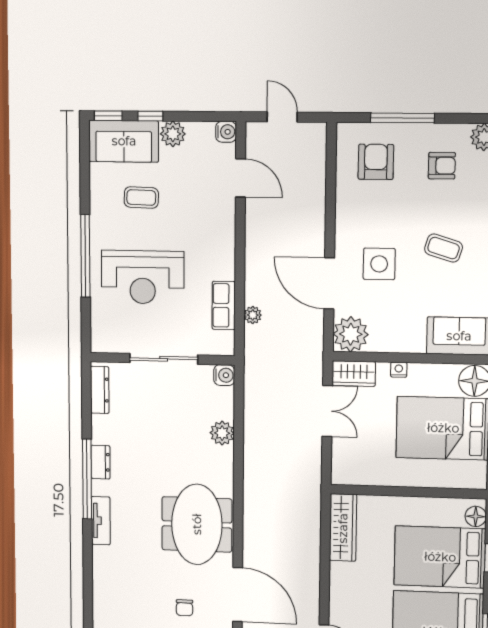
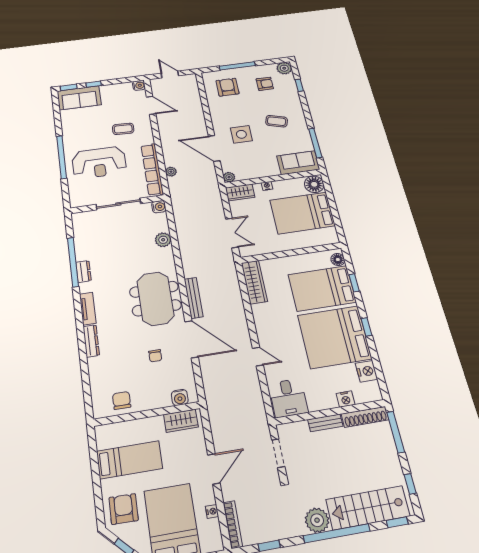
plant: (173, 134) -> (108, 91), removed
coffee table: (141, 197) -> (123, 129), moved
row of seats: (224, 305) -> (152, 169), width x2.02
plant: (351, 334) -> (229, 177), width x0.53, depth x0.53
dresser: (100, 390) -> (91, 341), moved
double door: (327, 411) -> (232, 233), moved
window: (87, 479) -> (73, 262), moved
bench: (251, 534) -> (194, 298), added

